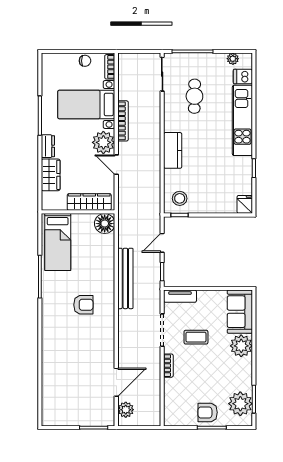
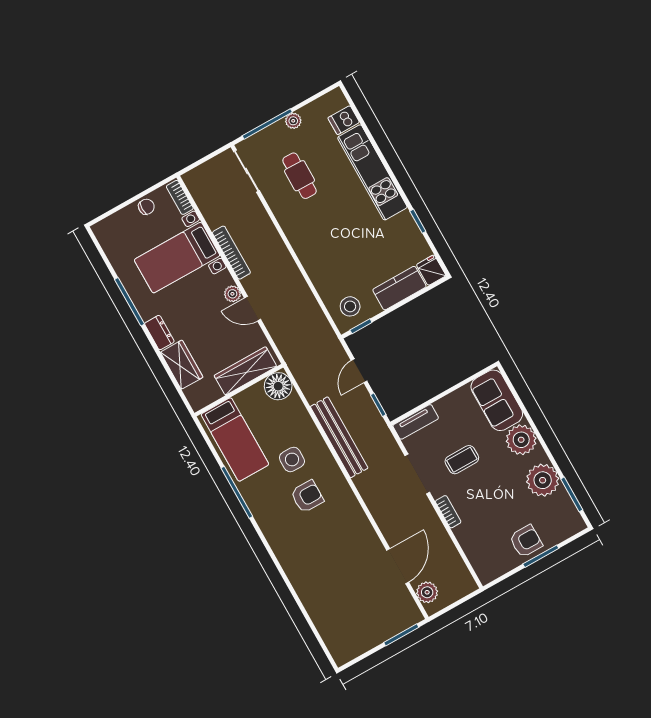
plant: (233, 59) -> (293, 121), moved
plant: (103, 142) -> (232, 294), width x0.53, depth x0.53
kitchen counter: (173, 150) -> (399, 288), moved, turned -90
side table: (87, 276) -> (292, 459), added
plant: (240, 404) -> (543, 480), moved
armchair: (208, 412) -> (526, 541), turned 180

